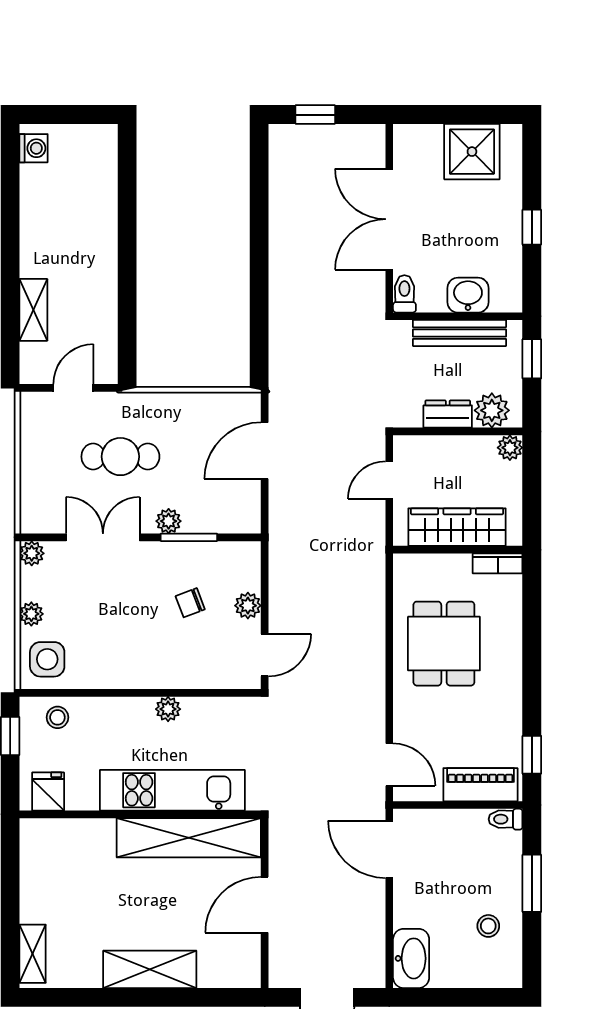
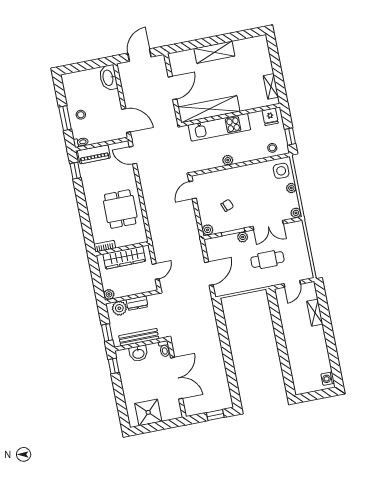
window: (532, 227) -> (114, 366), moved
plant: (248, 606) -> (208, 230), moved
stool: (488, 926) -> (81, 115), moved
shelving: (33, 954) -> (271, 86), moved

